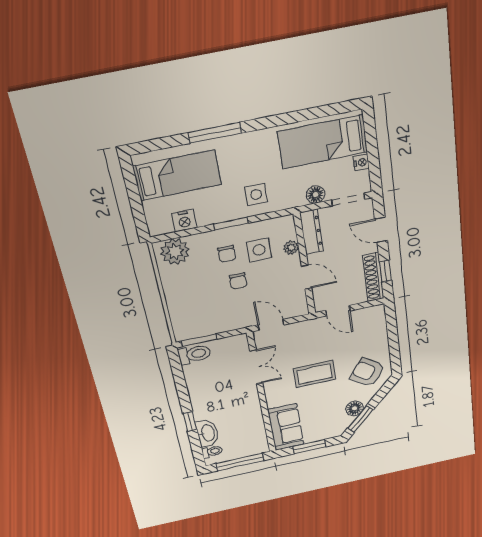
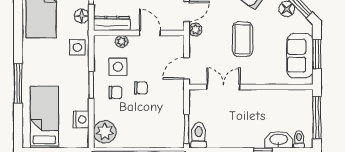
side table: (256, 194) -> (77, 47), moved
door: (307, 277) -> (150, 33), hinge flipped
plant: (318, 324) -> (195, 30), added
sofa: (286, 427) -> (300, 56), moved, turned -90

